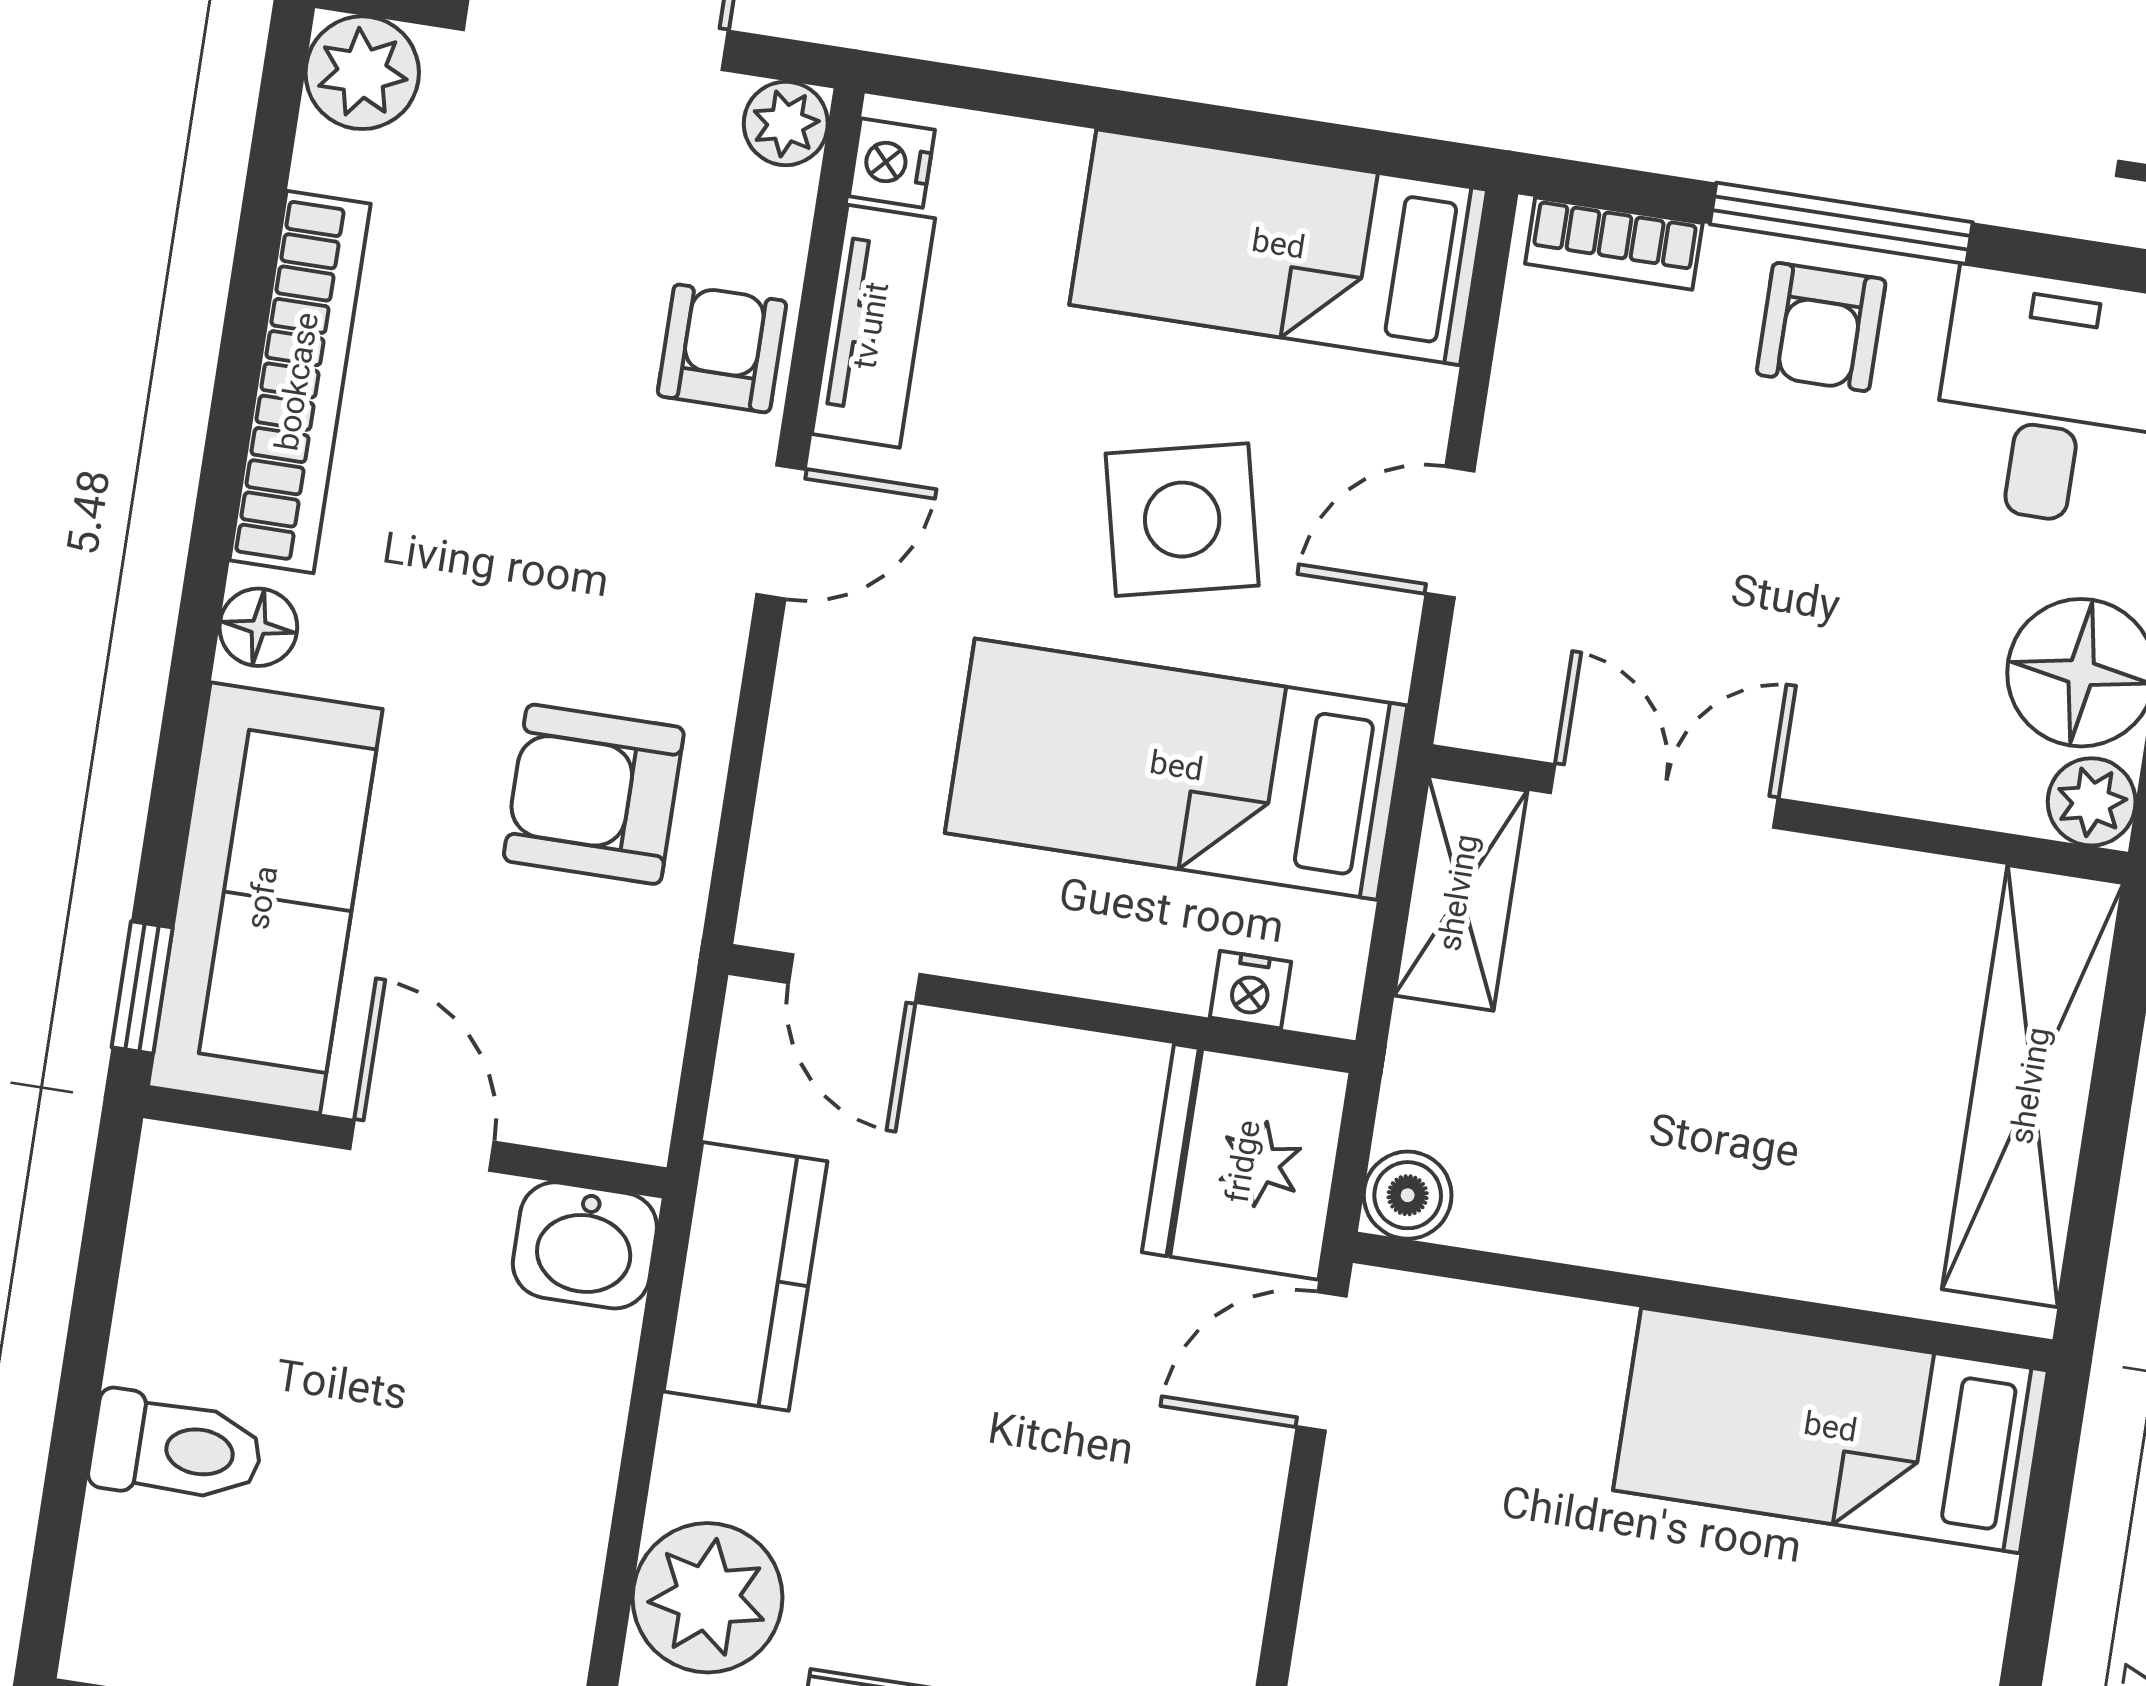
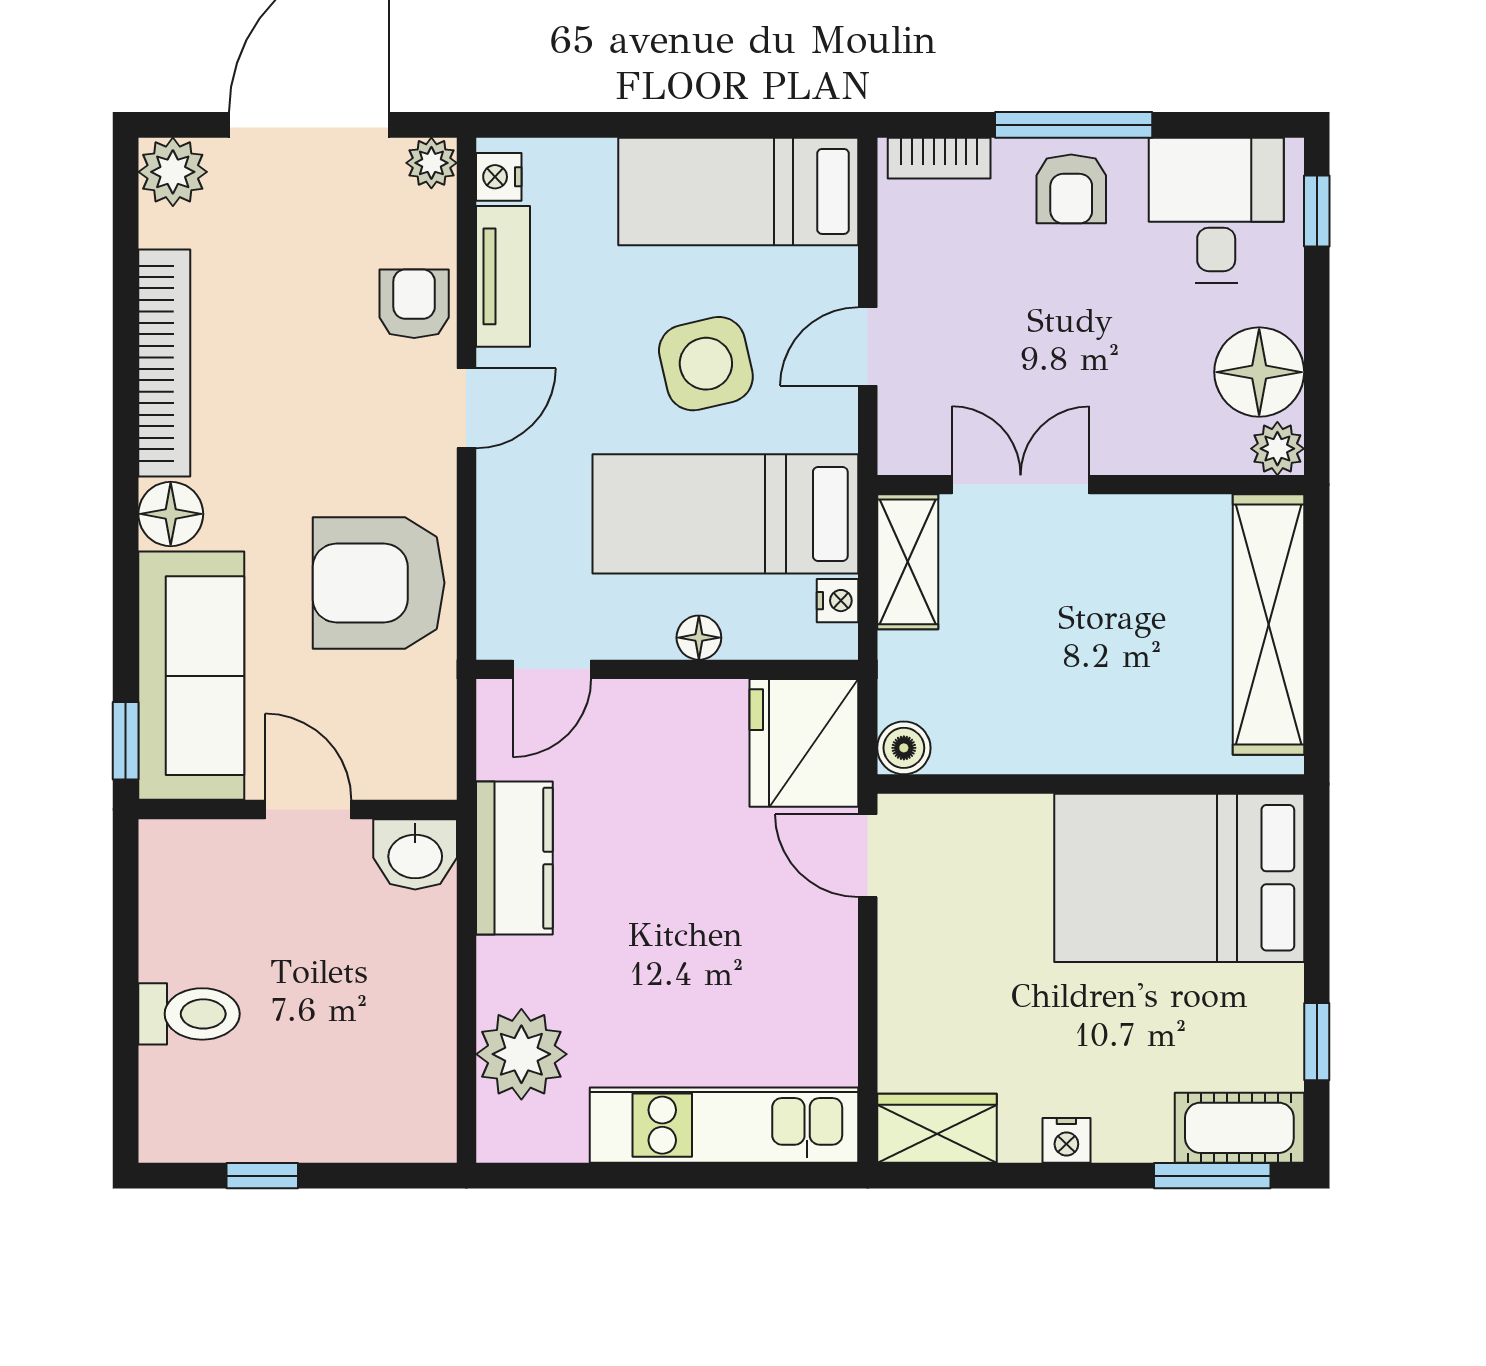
floor lamp: (258, 627) -> (171, 514), width x1.37, depth x1.37
armchair: (594, 794) -> (379, 583), width x1.36, depth x1.36
floor lamp: (1102, 964) -> (699, 638), added
door: (854, 979) -> (552, 669), hinge flipped
nightstand: (1251, 990) -> (838, 601), moved, turned -90
door: (1322, 1361) -> (868, 856), hinge flipped
bed: (1830, 1430) -> (1179, 878), width x1.50

